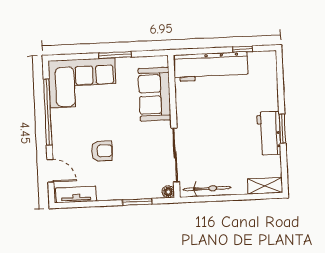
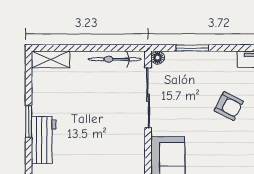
workbench: (269, 133) -> (44, 140), moved
armchair: (102, 151) -> (229, 106), turned -153

